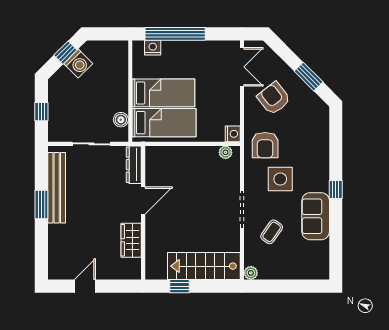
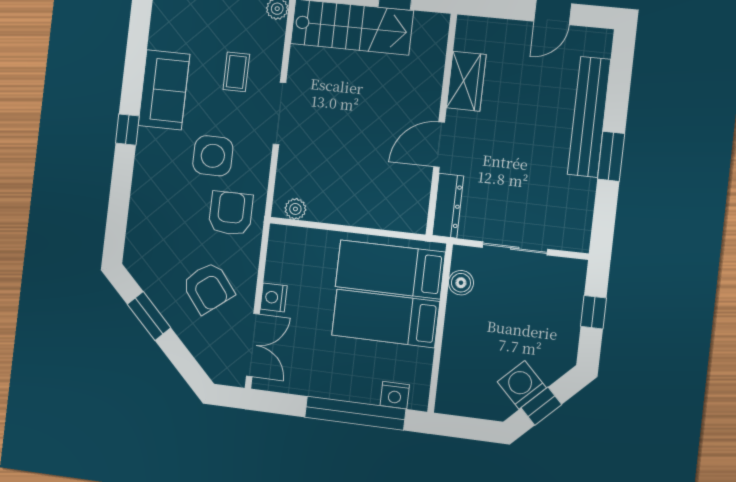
double door: (242, 67) -> (253, 345), swing flipped
nightstand: (233, 134) -> (274, 297), moved
bench: (57, 188) -> (589, 117), moved
coffee table: (272, 232) -> (236, 72), turned -35

